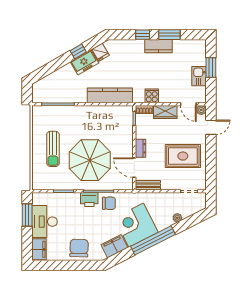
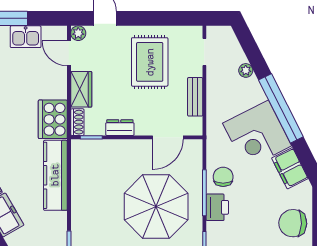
cooker: (152, 96) -> (53, 119), width x1.87, depth x1.31
door: (188, 104) -> (69, 53), swing flipped
dresser: (141, 148) -> (120, 128), moved
bench: (148, 185) -> (195, 97), moved

